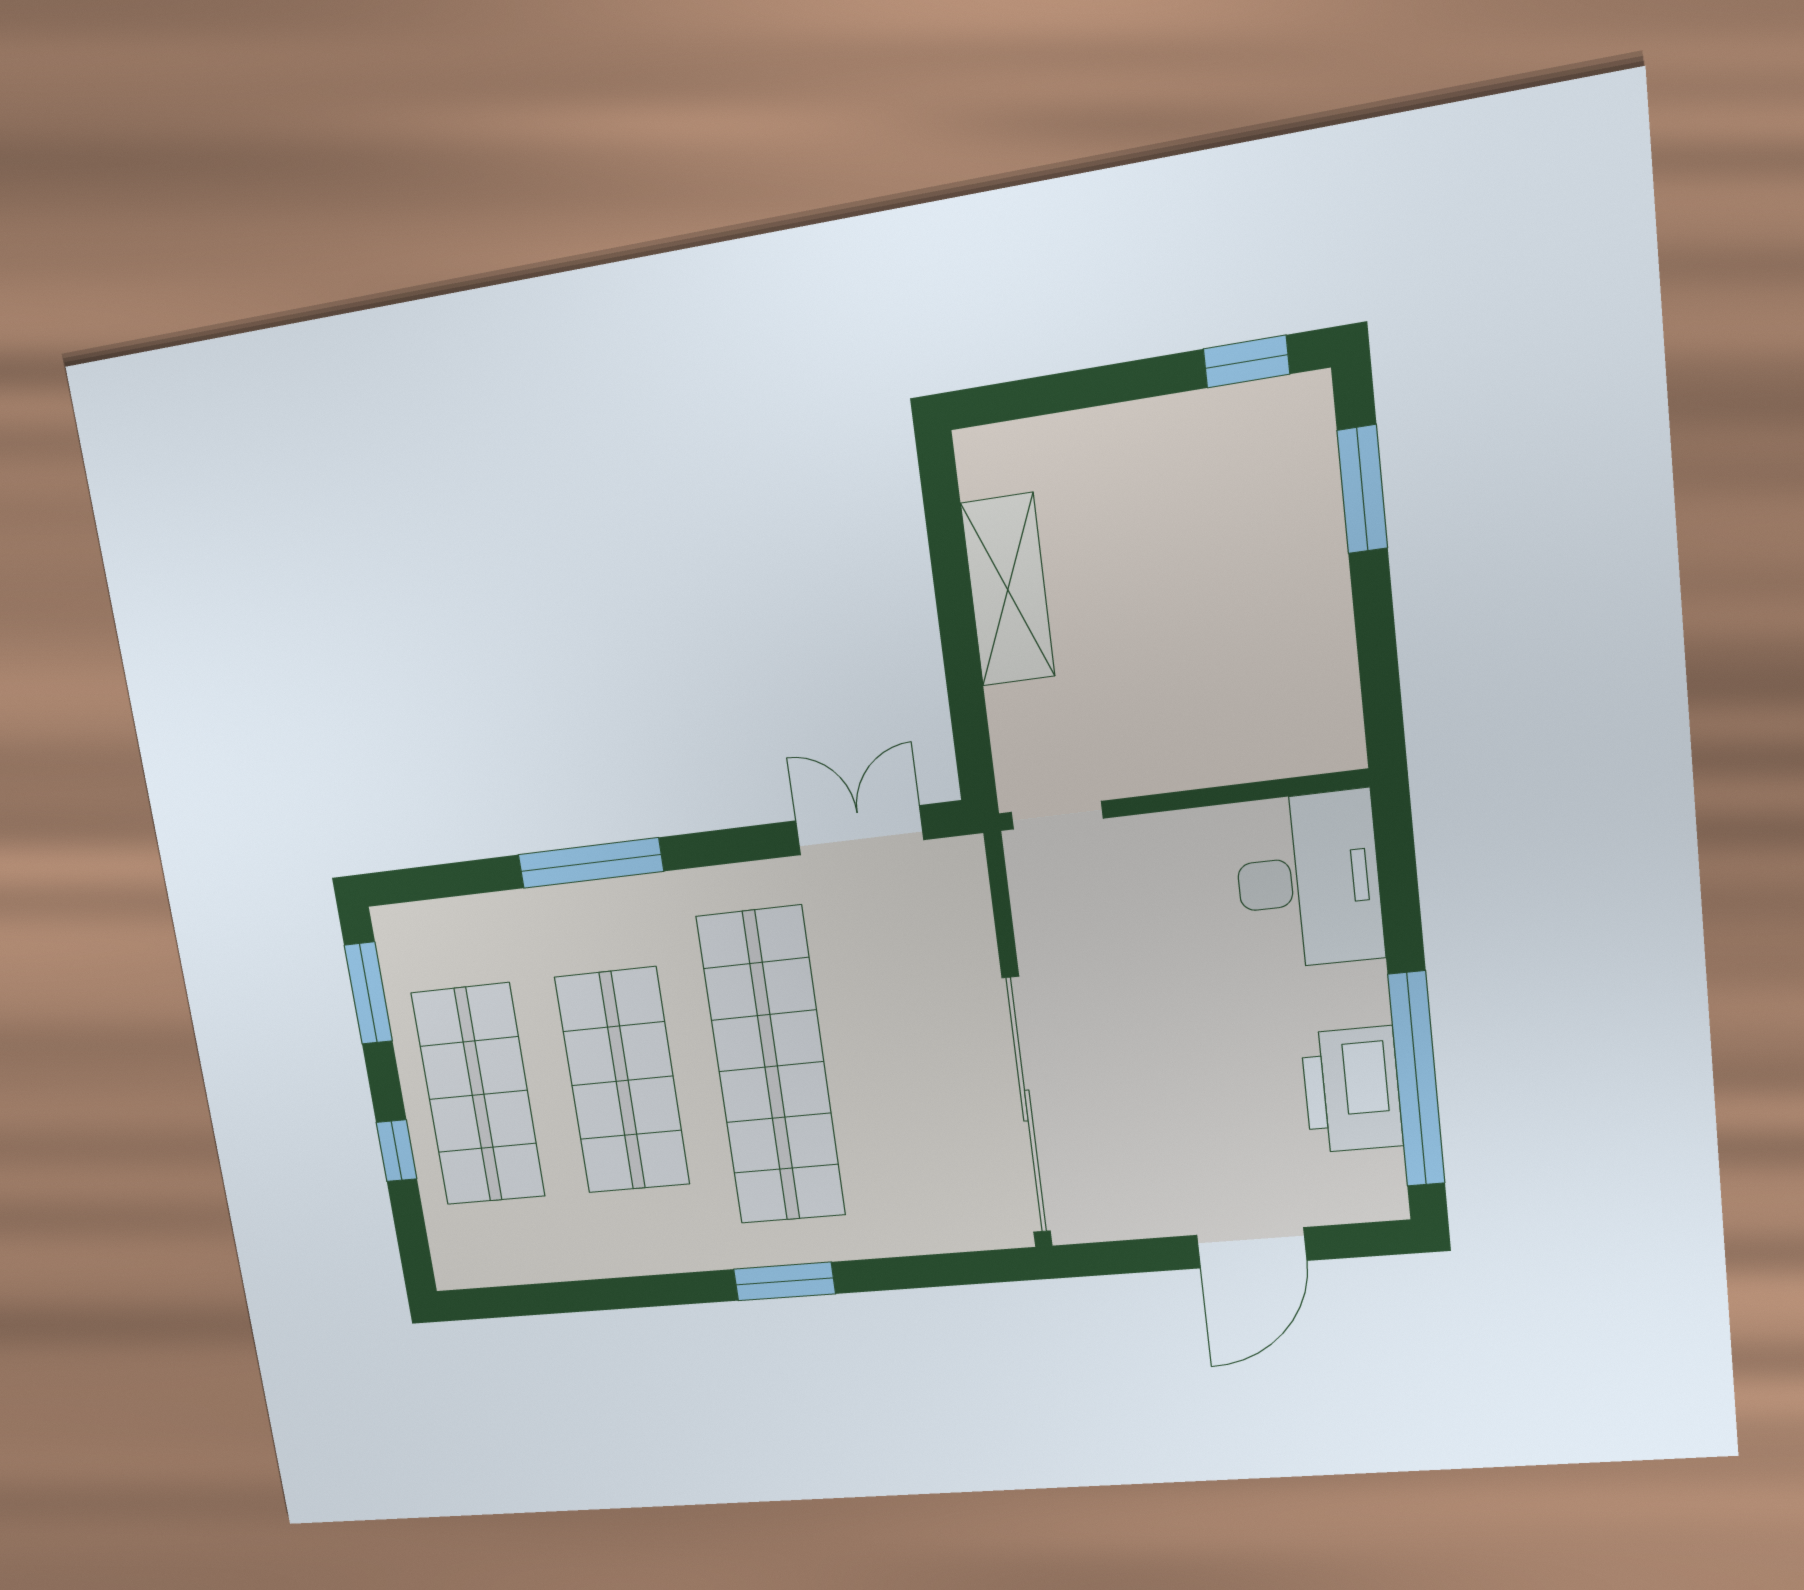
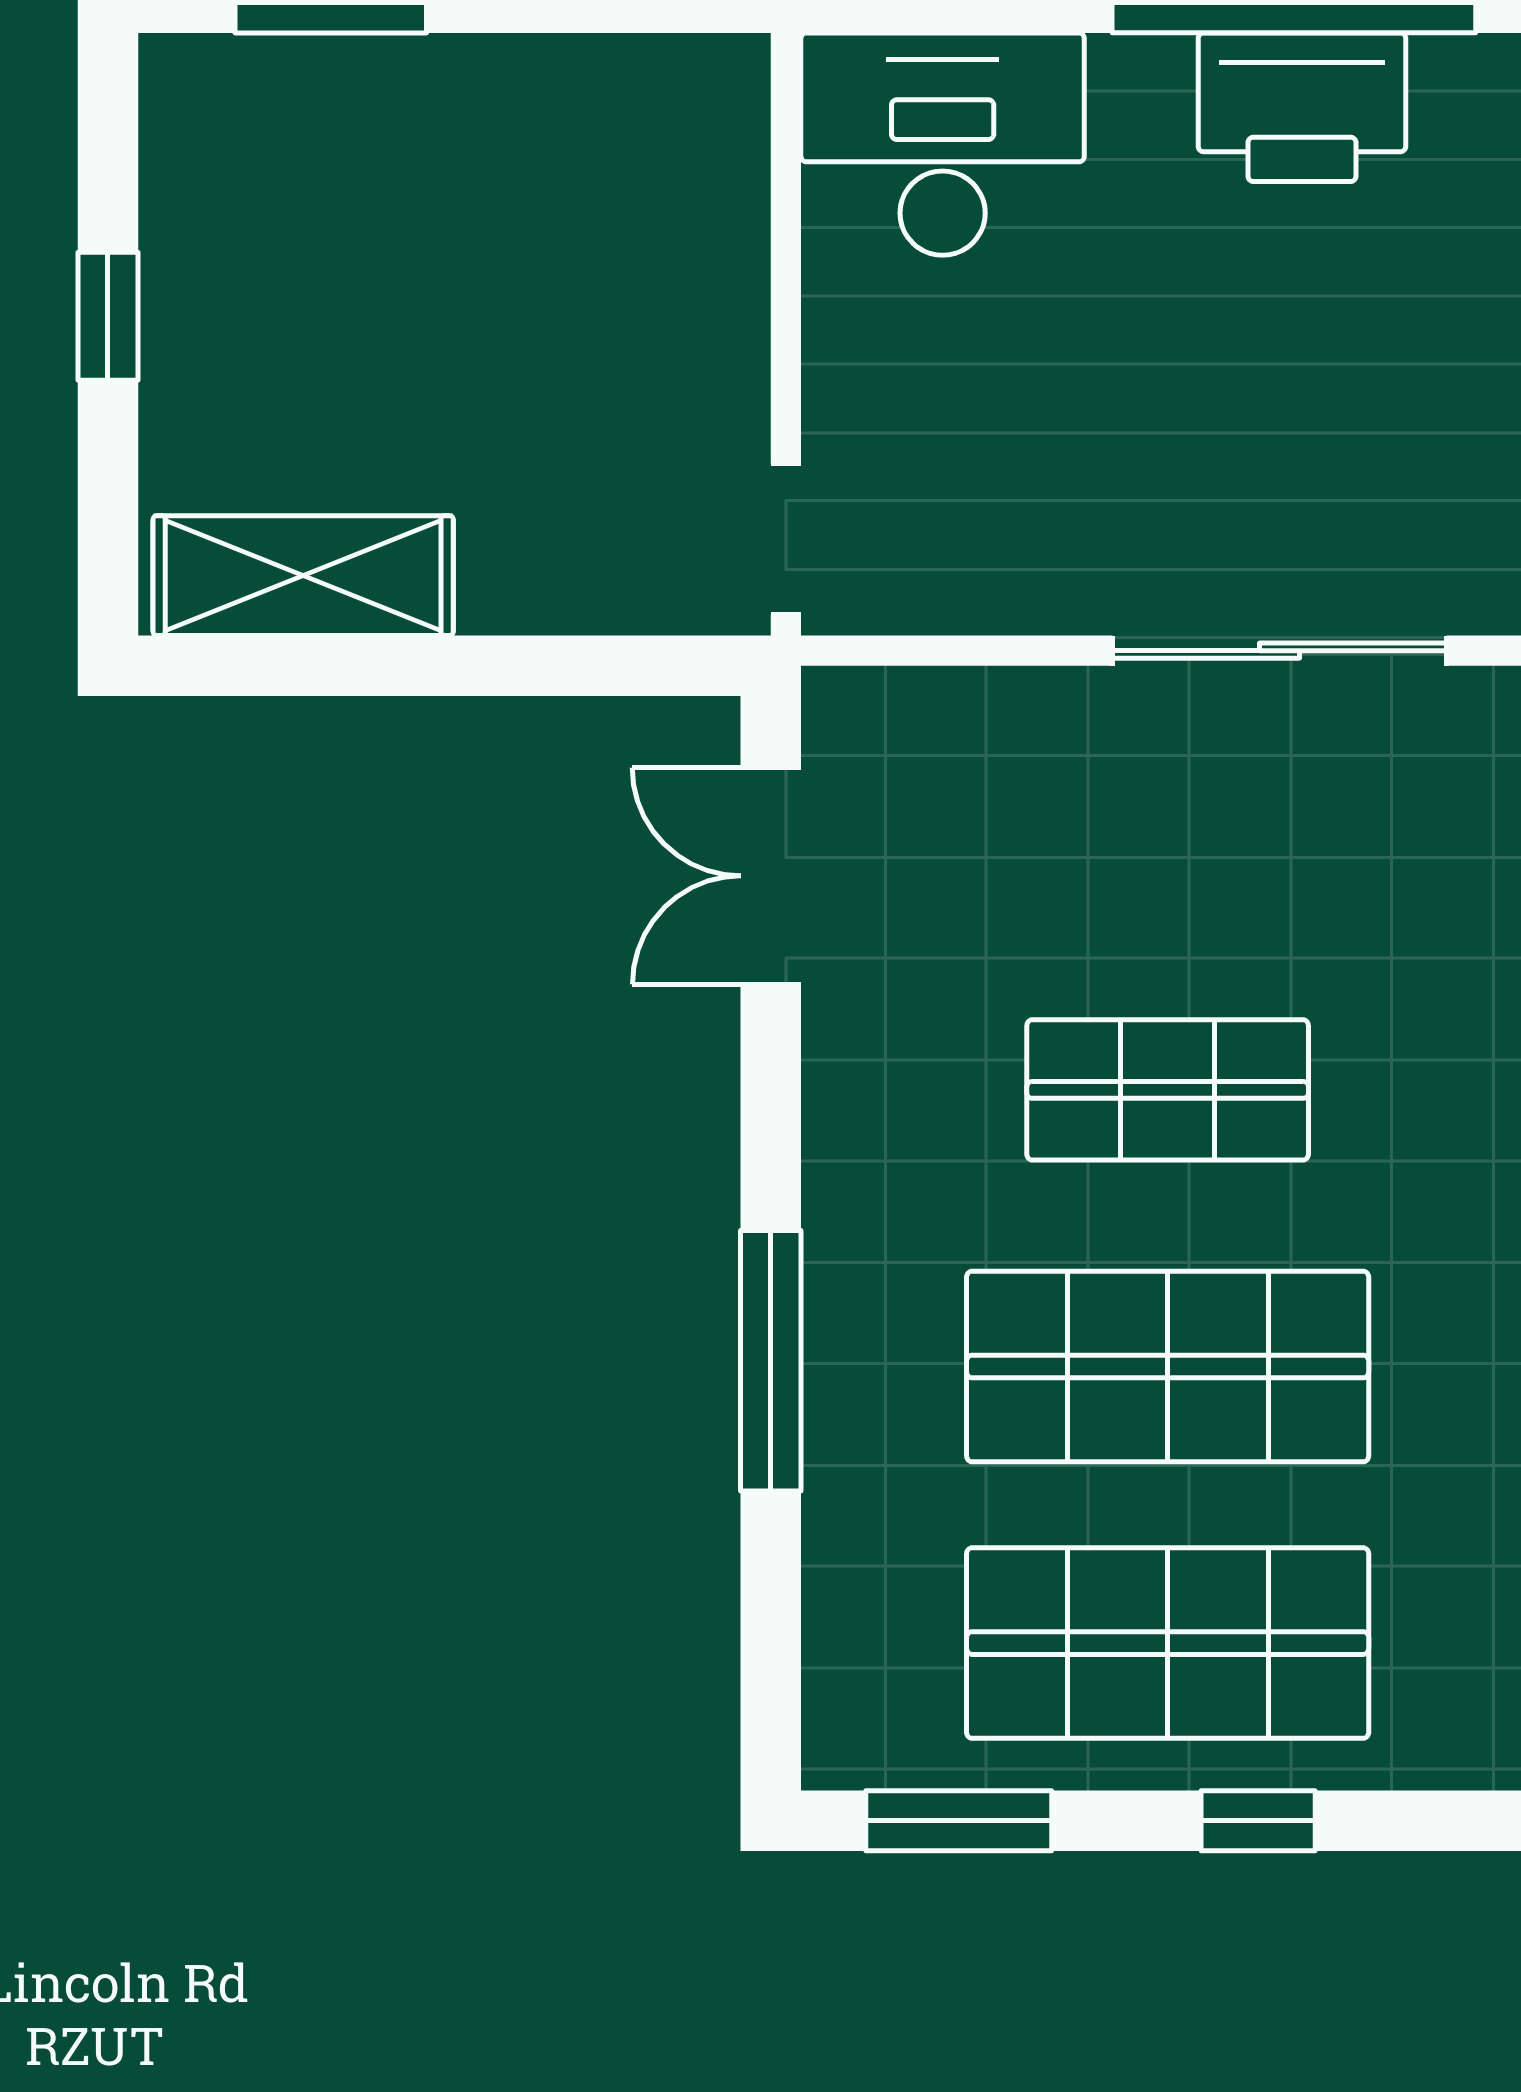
window: (1246, 362) -> (108, 316), moved
shelving: (1008, 590) -> (303, 576), moved
shop shelf: (771, 1067) -> (1168, 1090), width x0.50, depth x0.74
sliding door: (1026, 1106) -> (1279, 651), width x0.73

